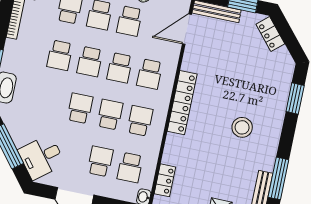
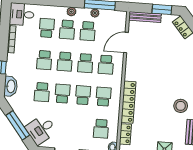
door: (187, 29) -> (126, 42), moved
locker: (182, 103) -> (128, 102), moved
stool: (242, 127) -> (181, 106), moved
school desk: (100, 161) -> (42, 92), moved, turned 180

